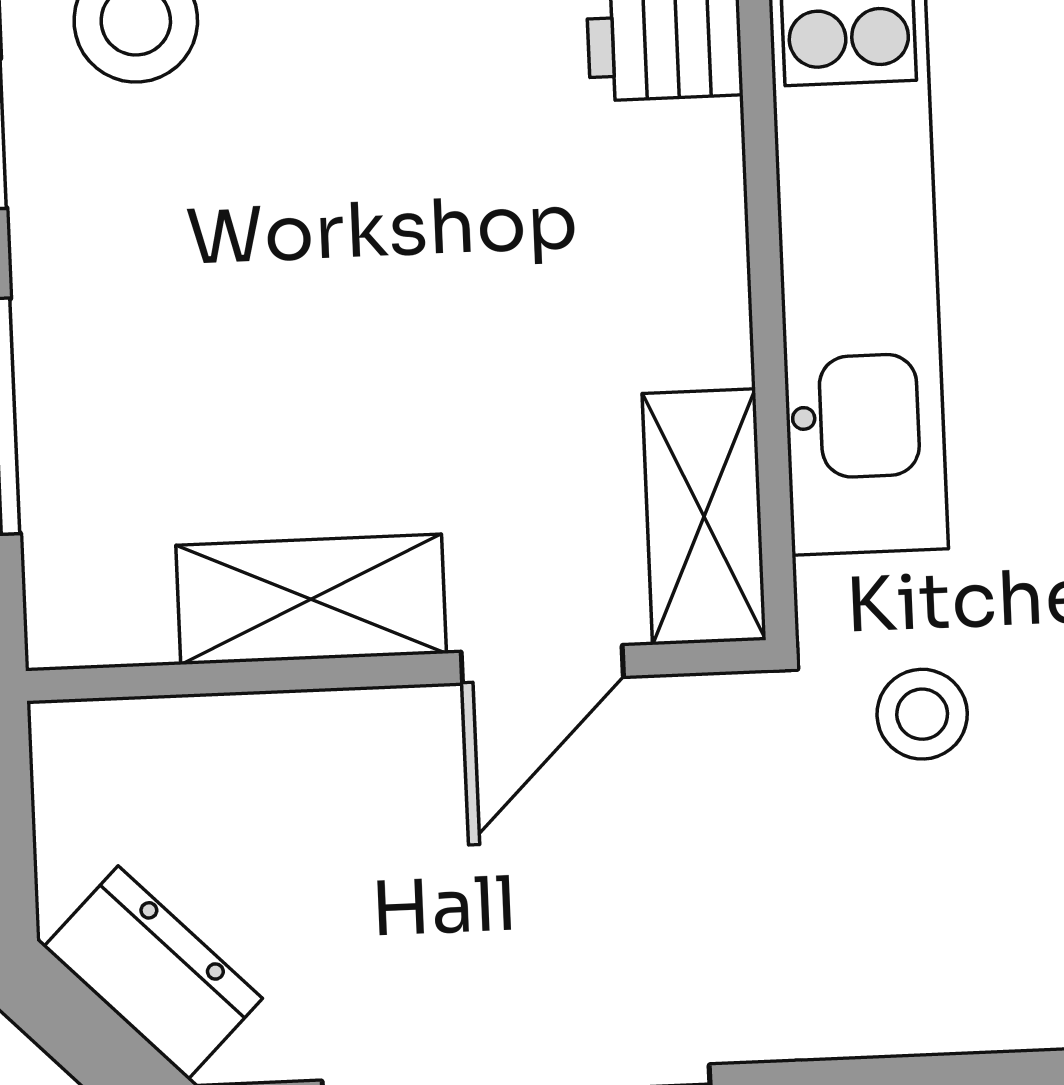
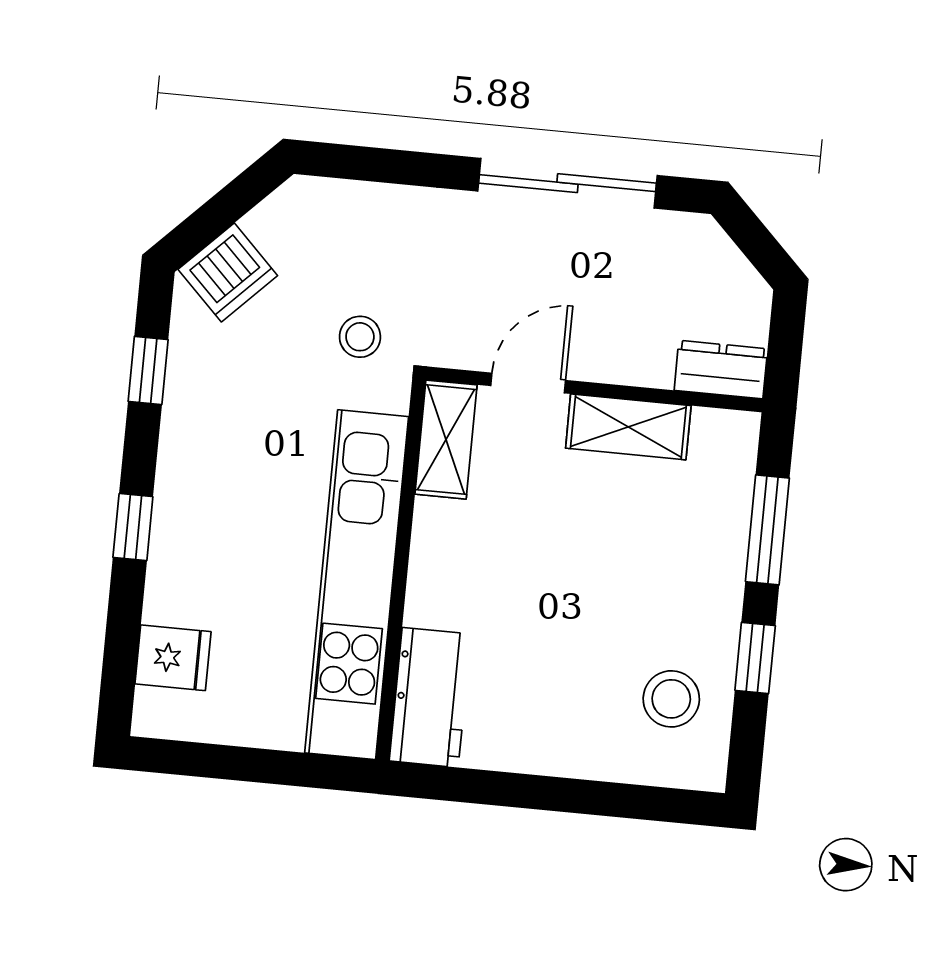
dresser: (153, 973) -> (721, 370), moved, turned 135

